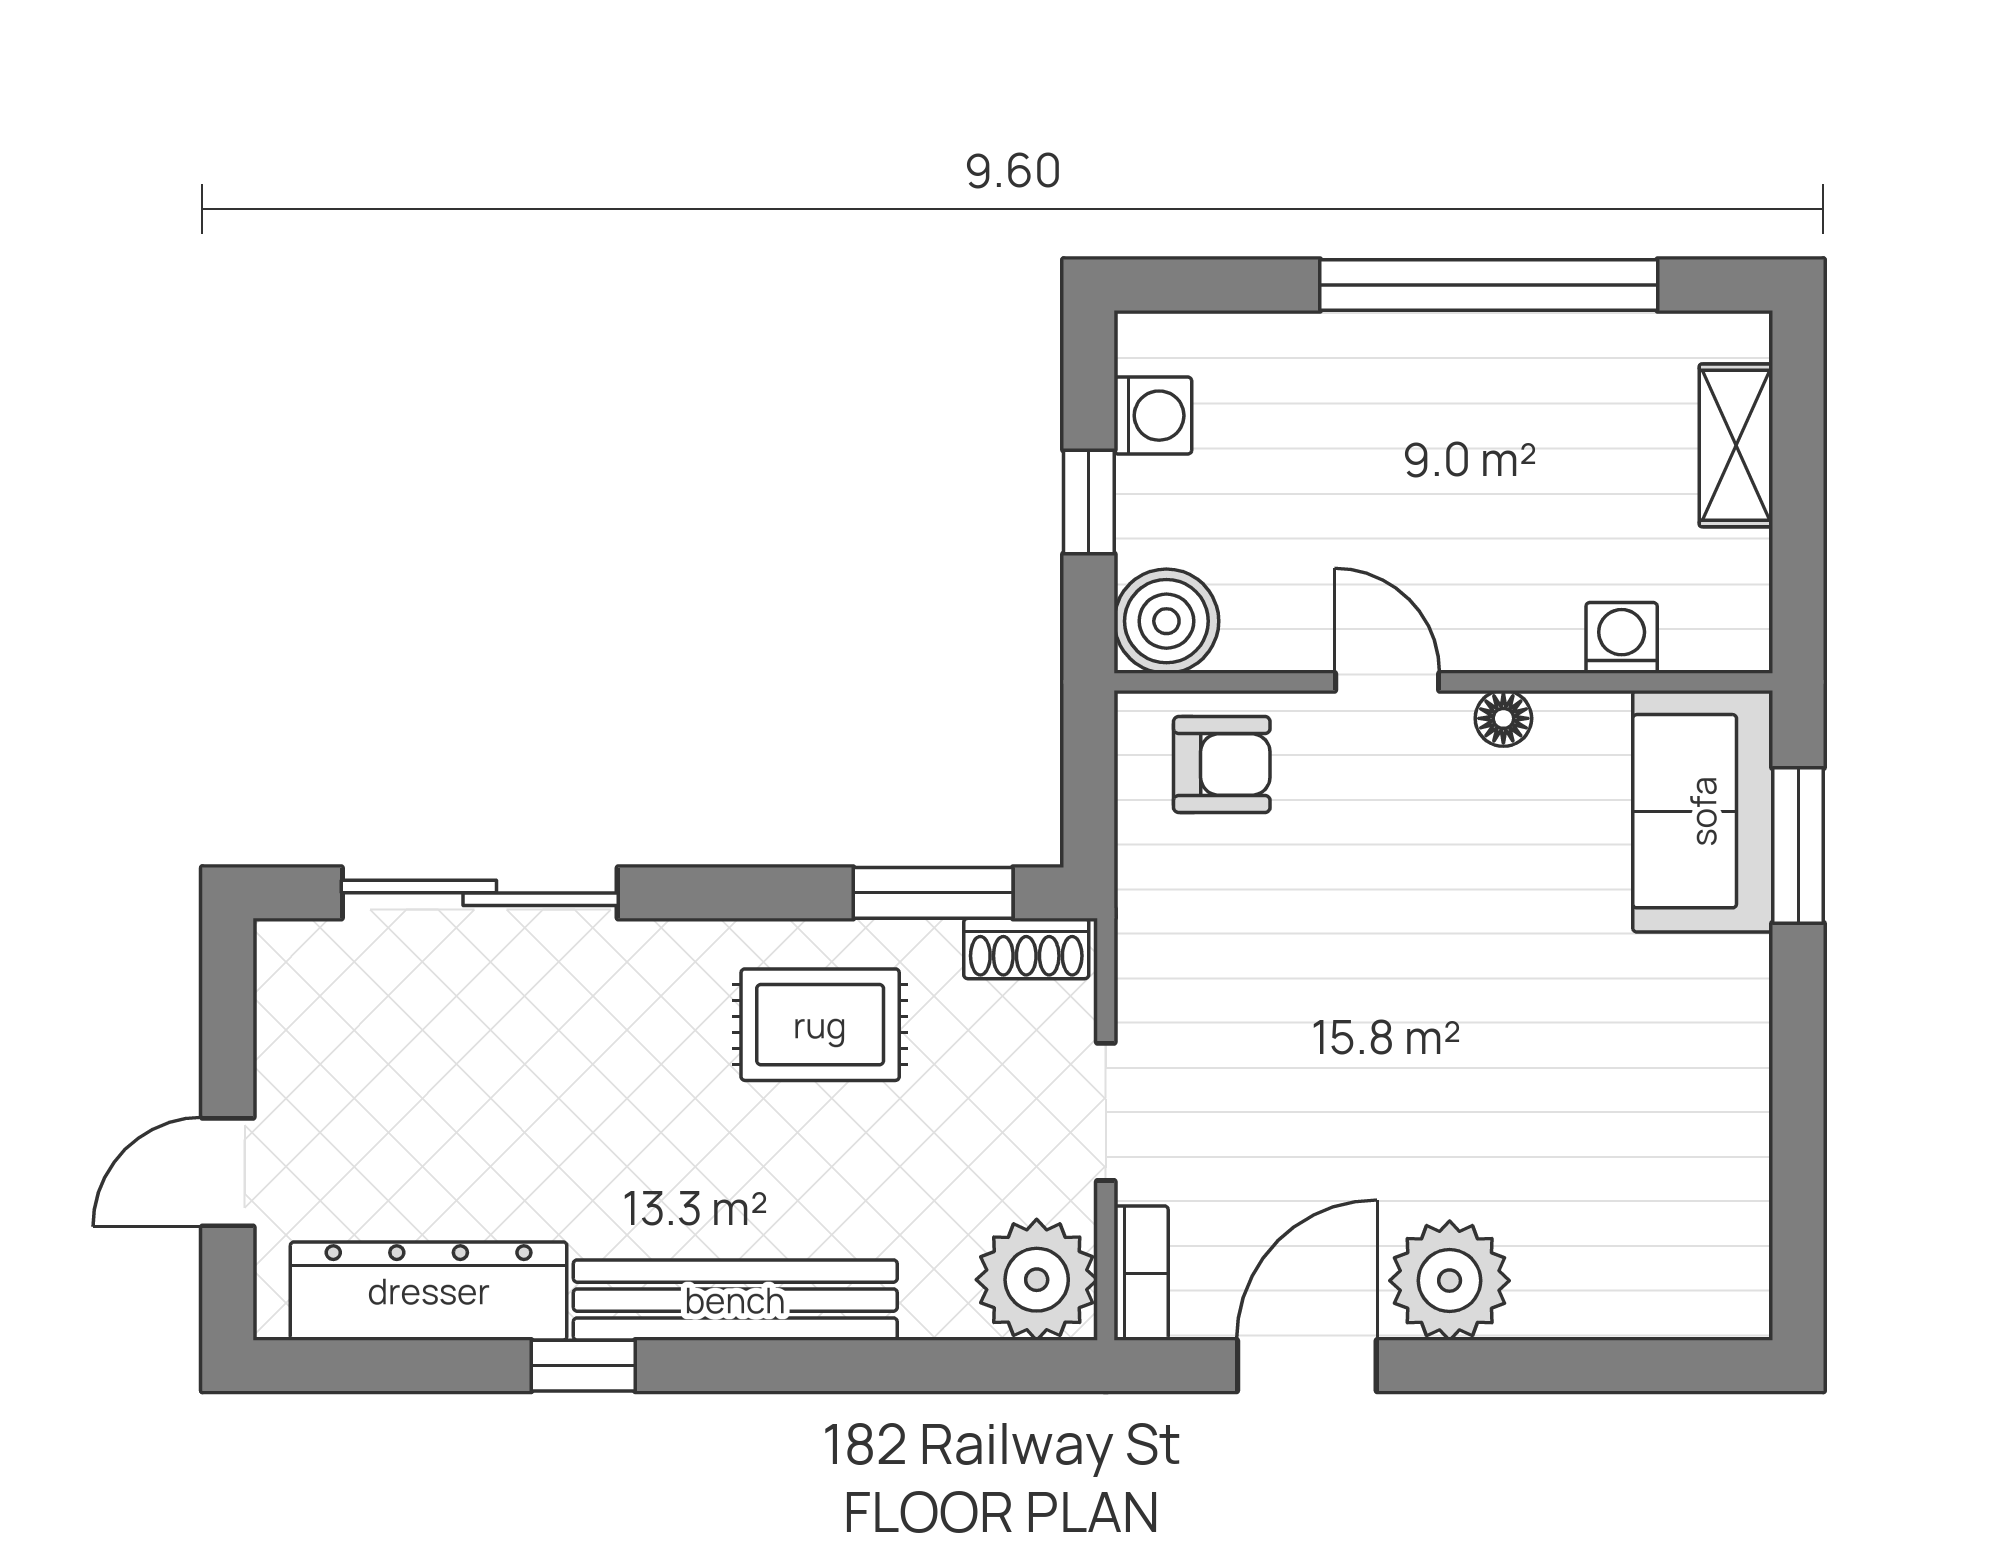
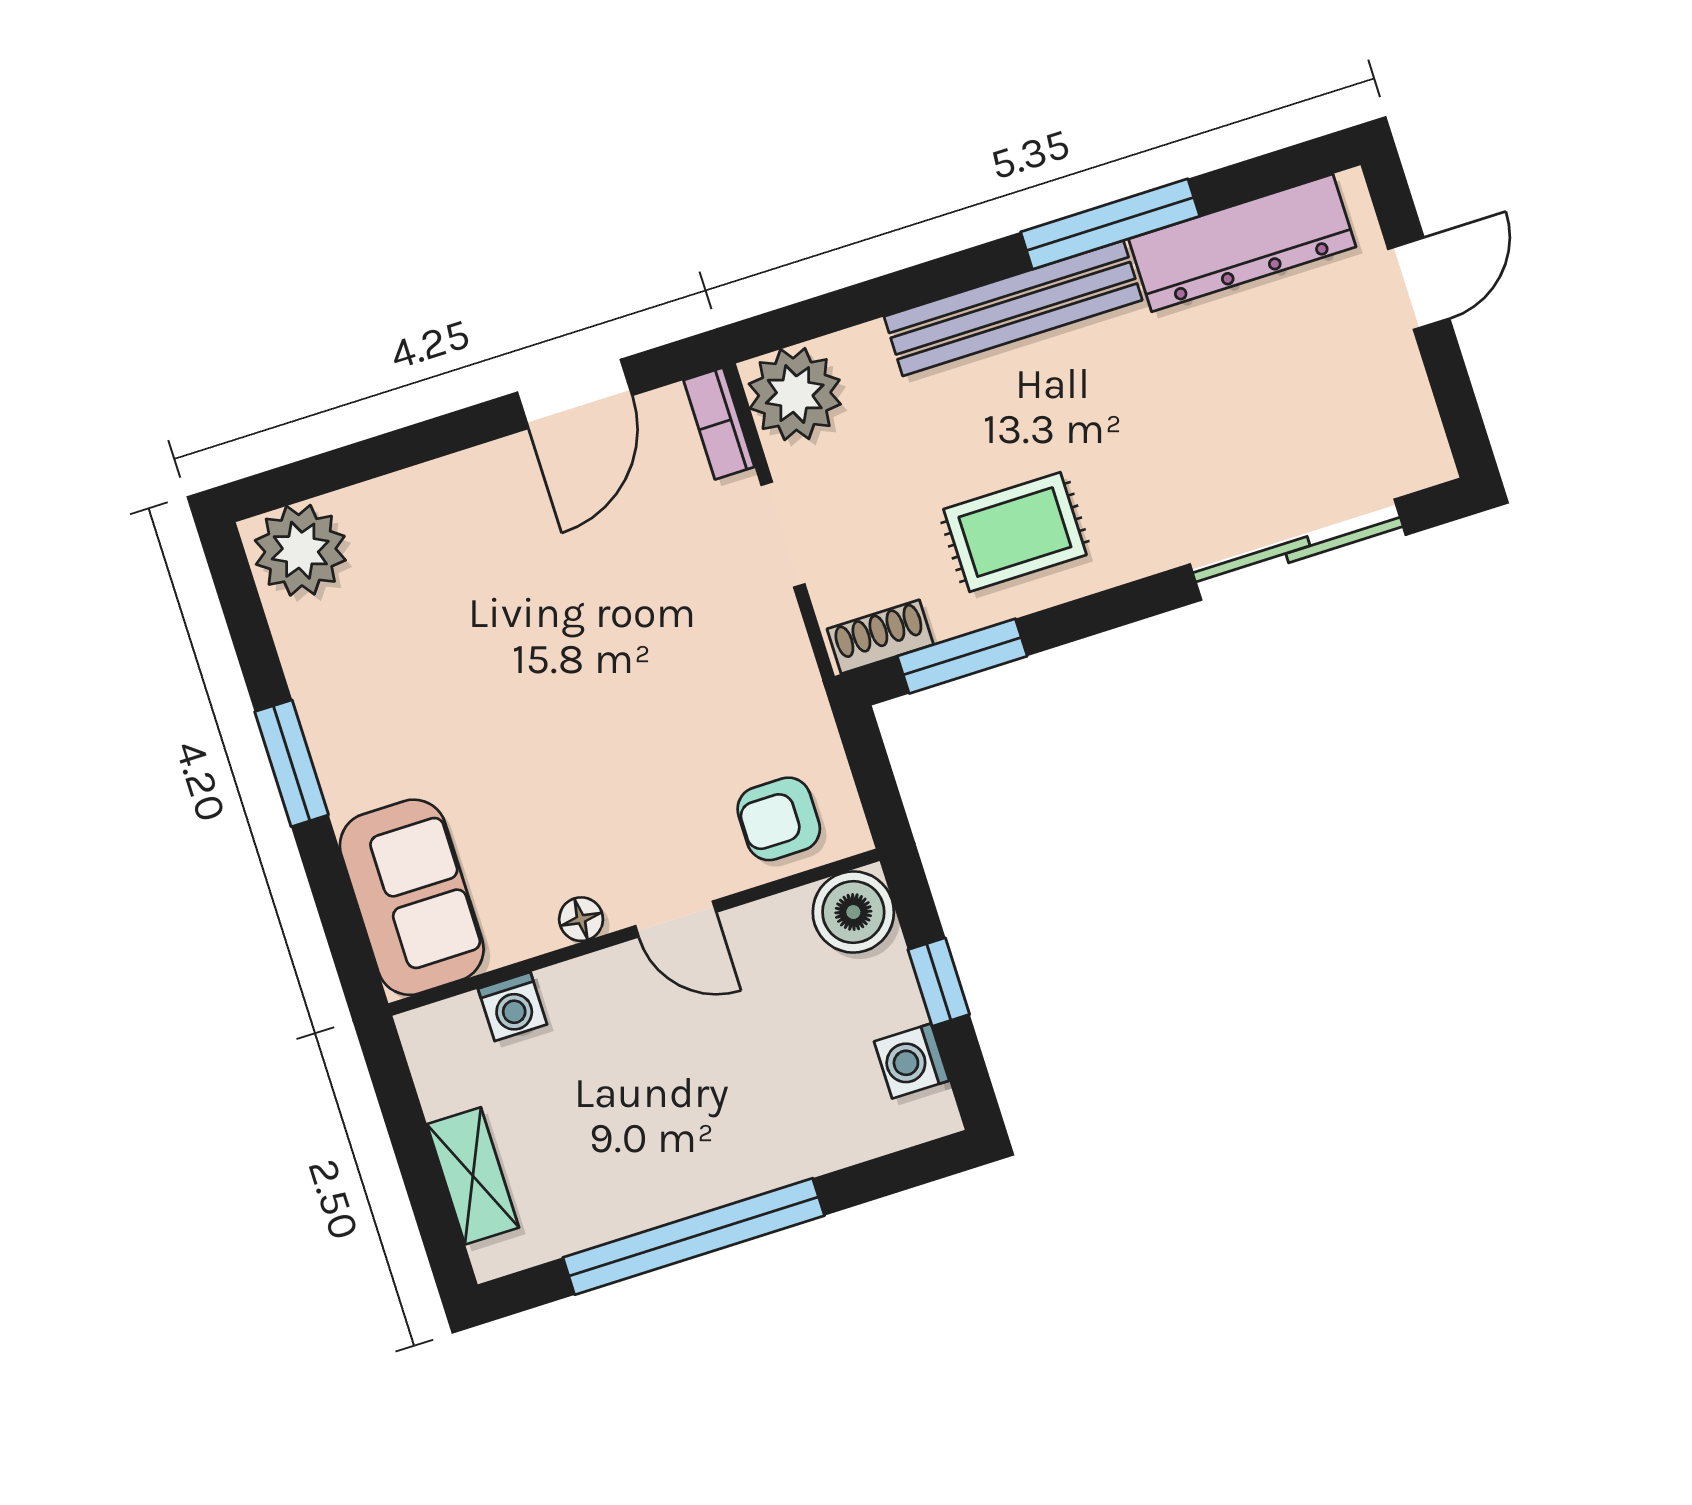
window: (1798, 846) -> (292, 763), moved
plant: (1450, 1281) -> (300, 550), moved
window: (583, 1366) -> (1110, 224), width x2.17

